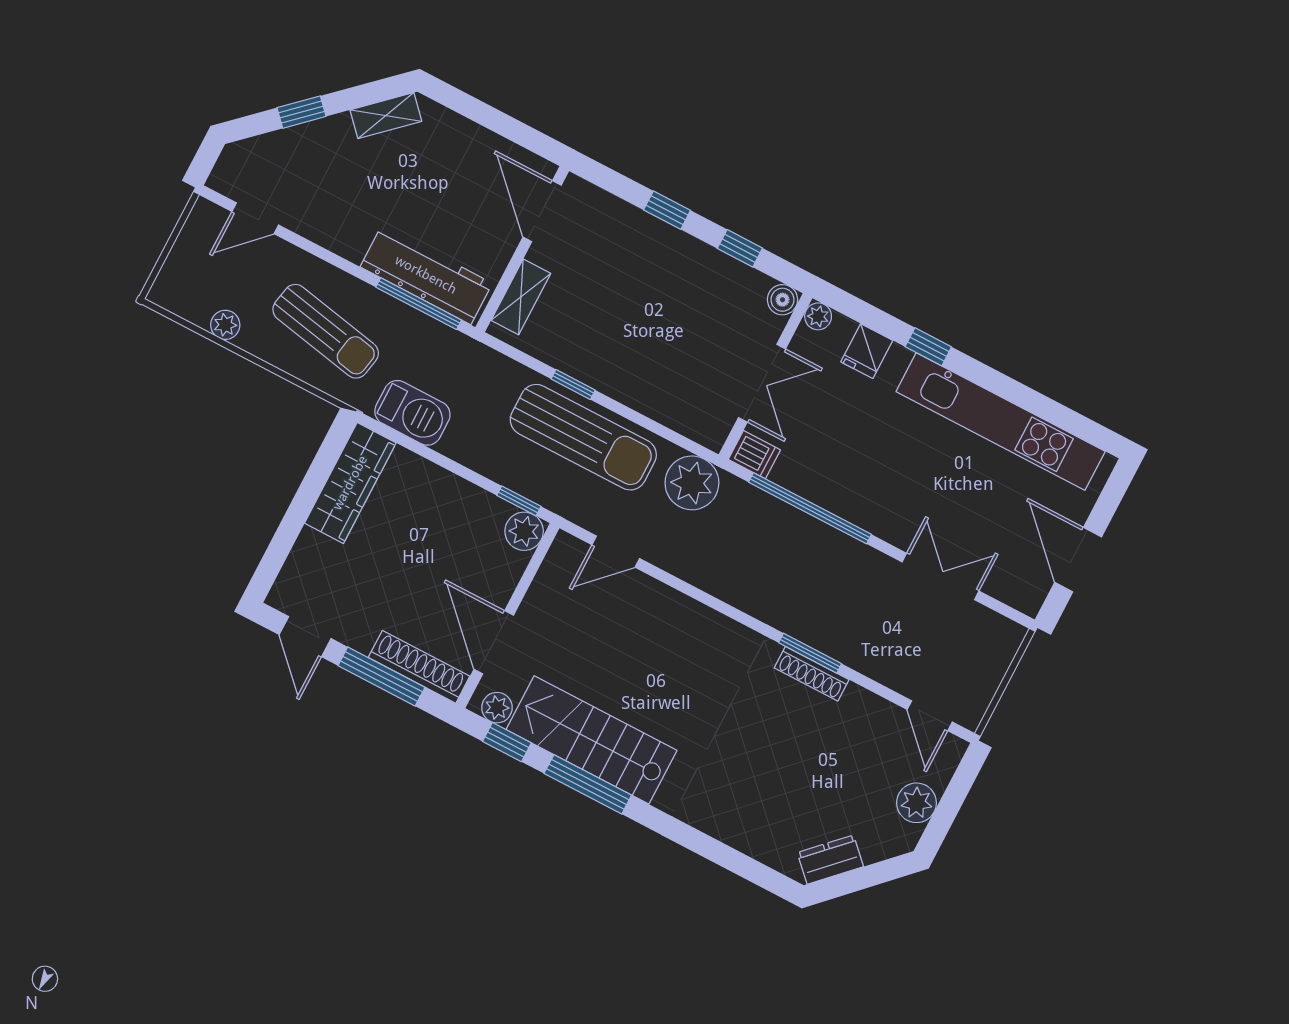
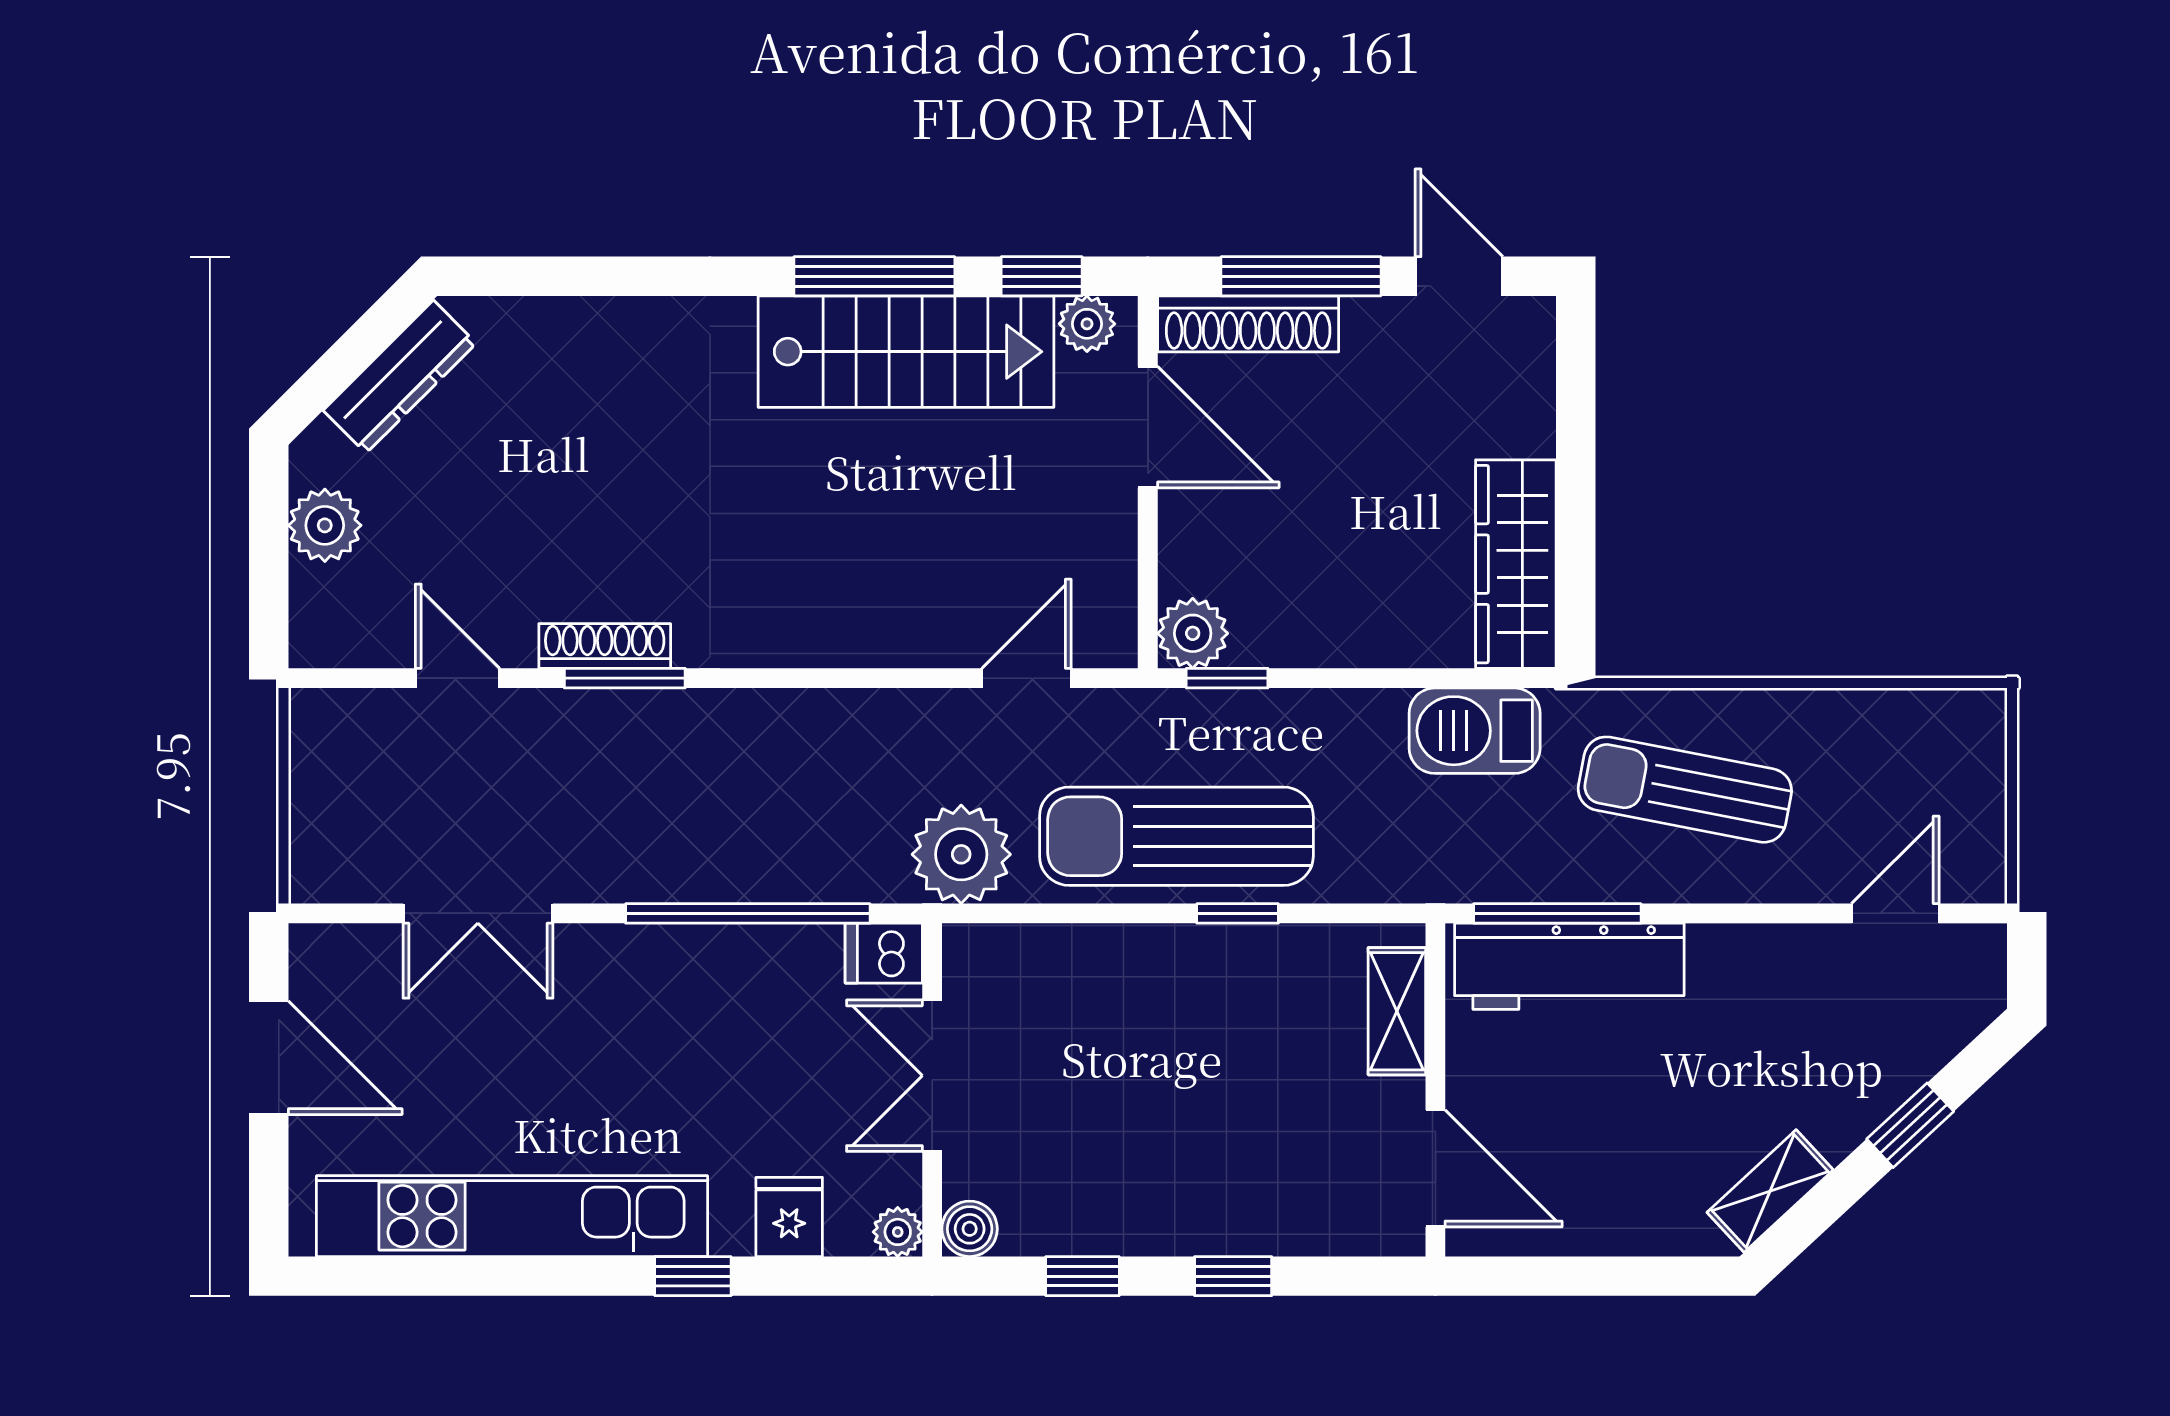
plant: (225, 325) -> (1853, 715), removed
door: (930, 716) -> (457, 678), moved
dresser: (830, 860) -> (400, 377), width x1.44

